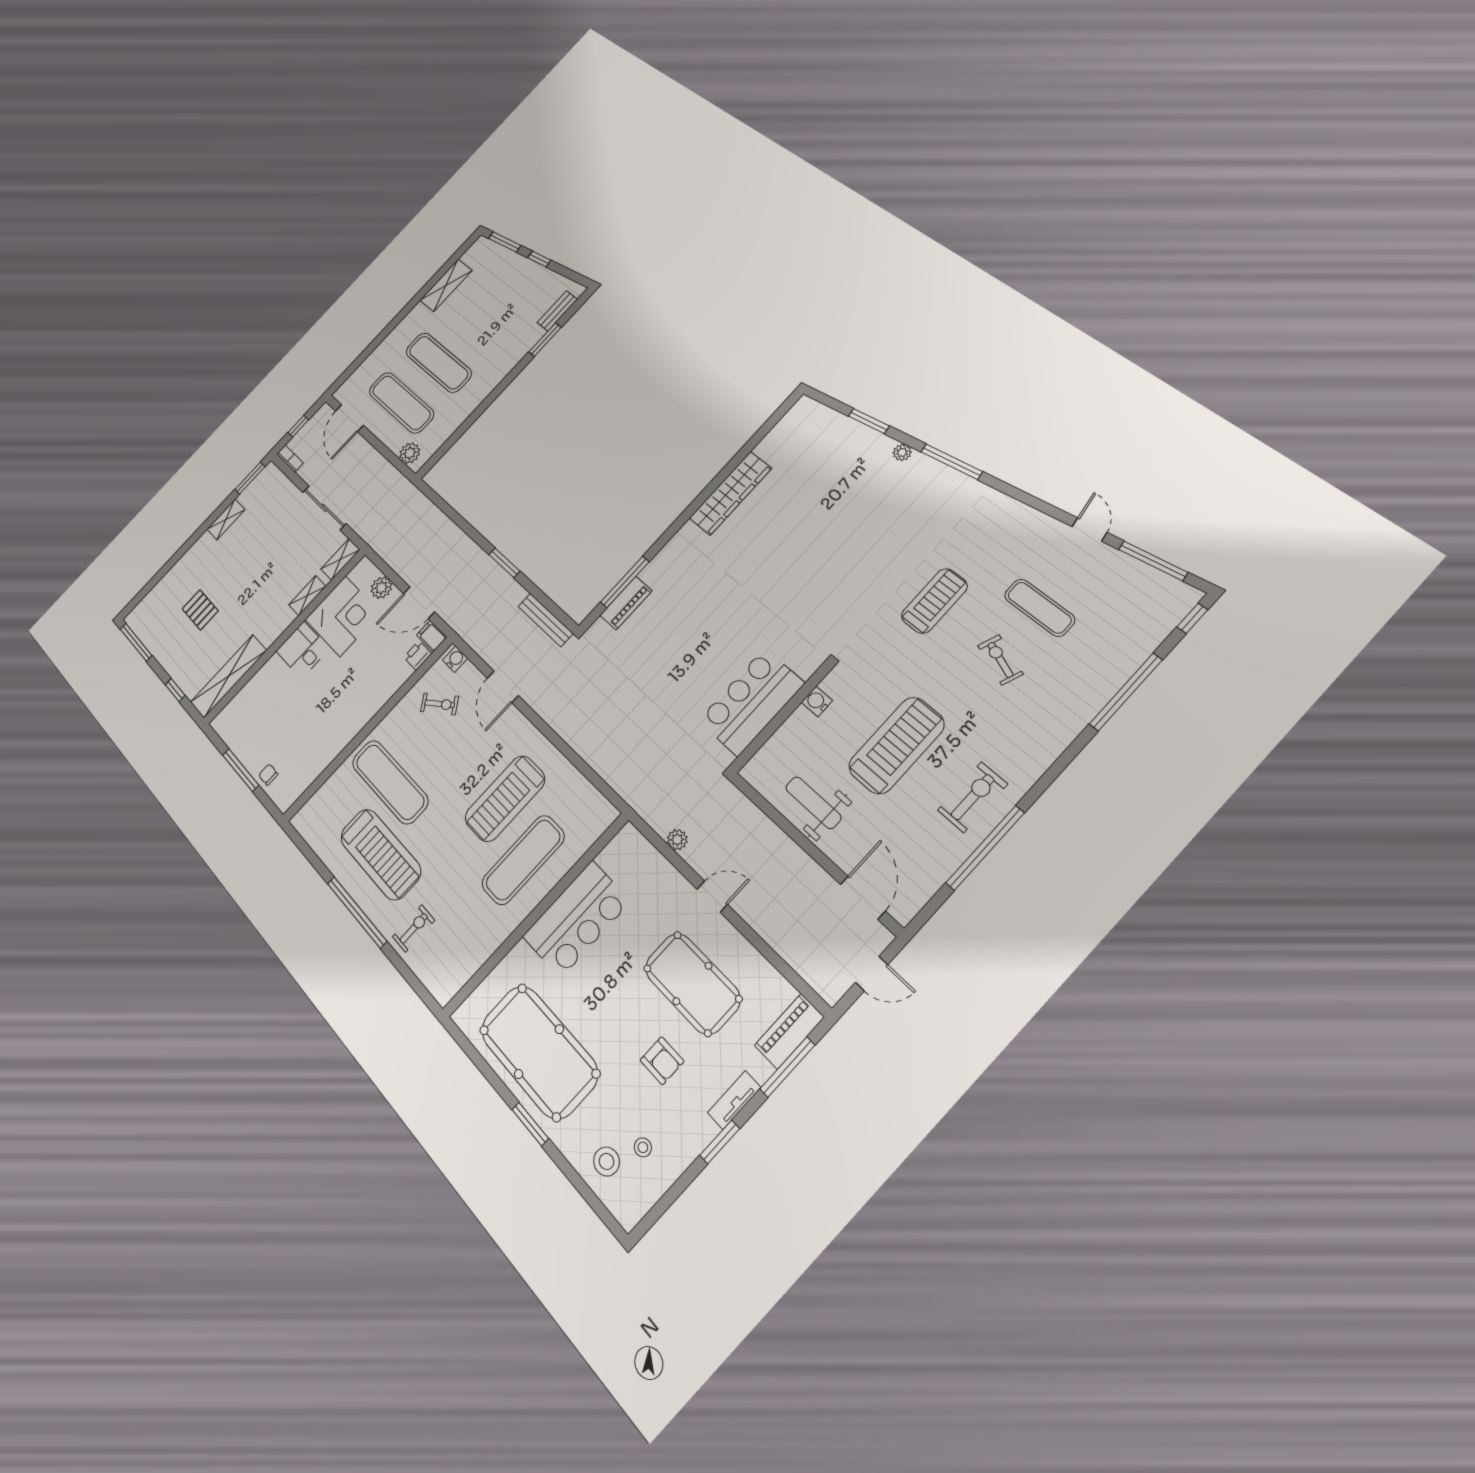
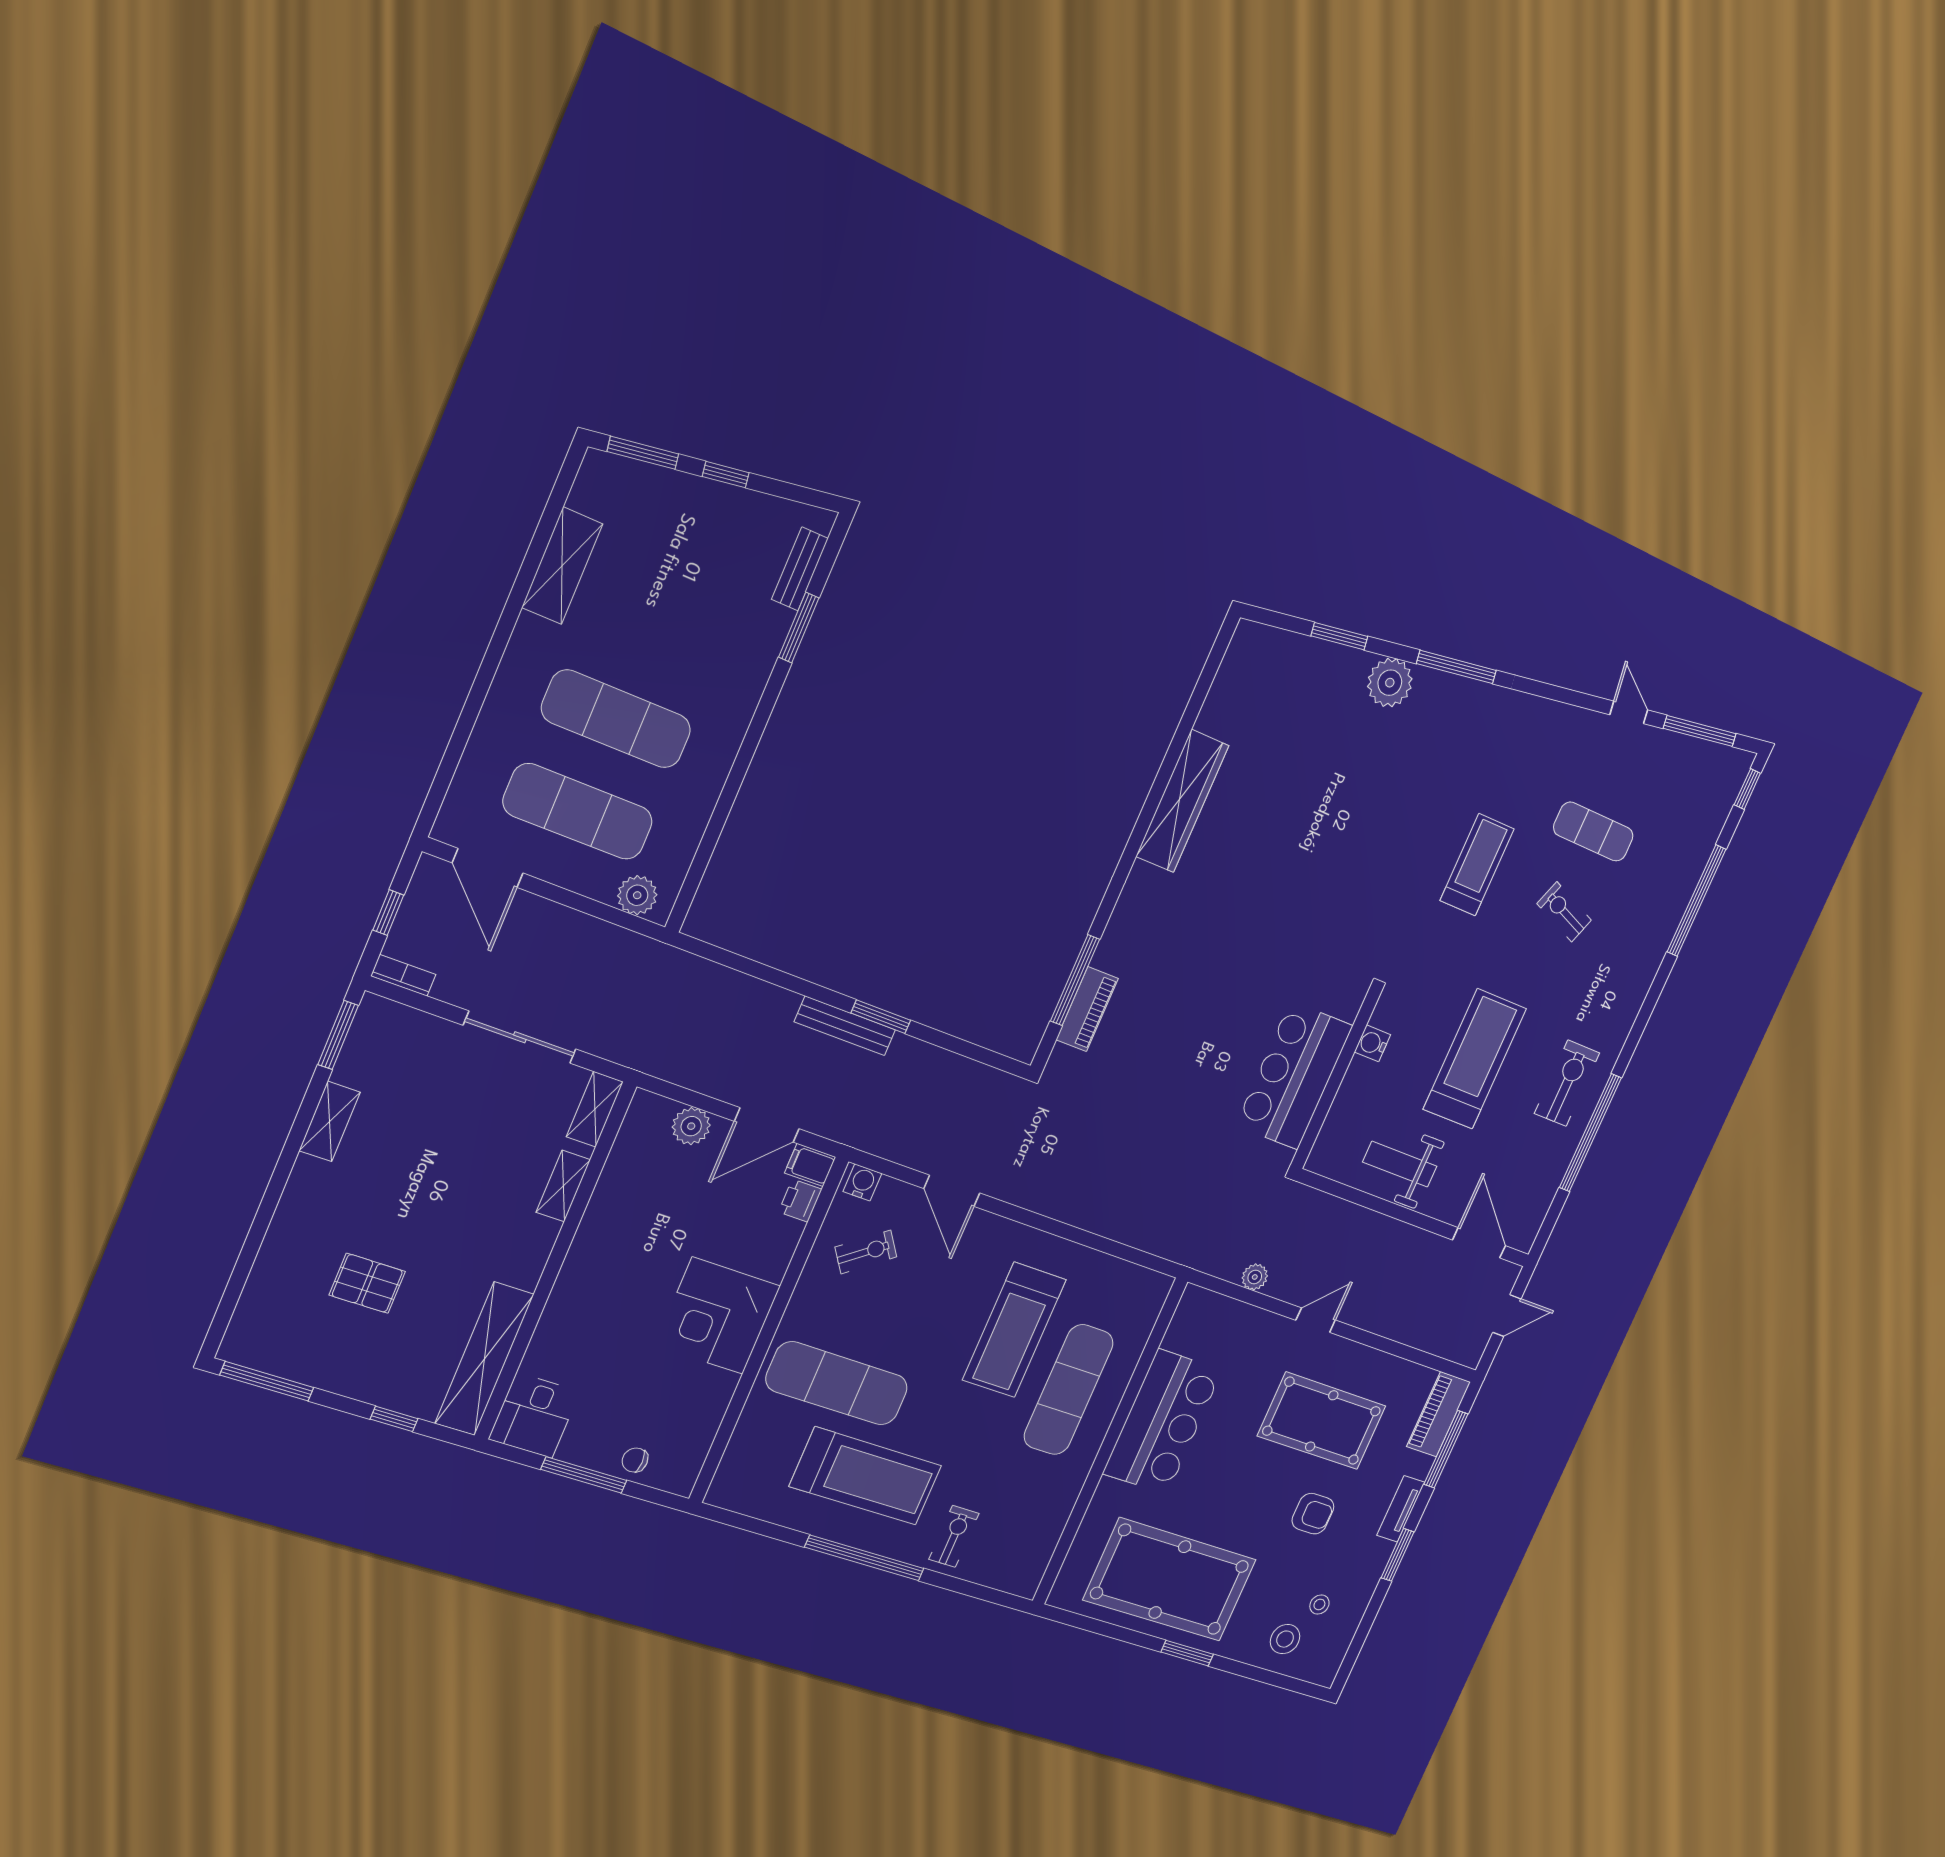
plant: (902, 452) -> (1390, 683), width x1.87, depth x1.87
corner desk: (343, 616) -> (718, 1316), moved, turned 180
bench: (545, 620) -> (845, 1026), moved
desk: (303, 650) -> (534, 1415), moved, turned -90

